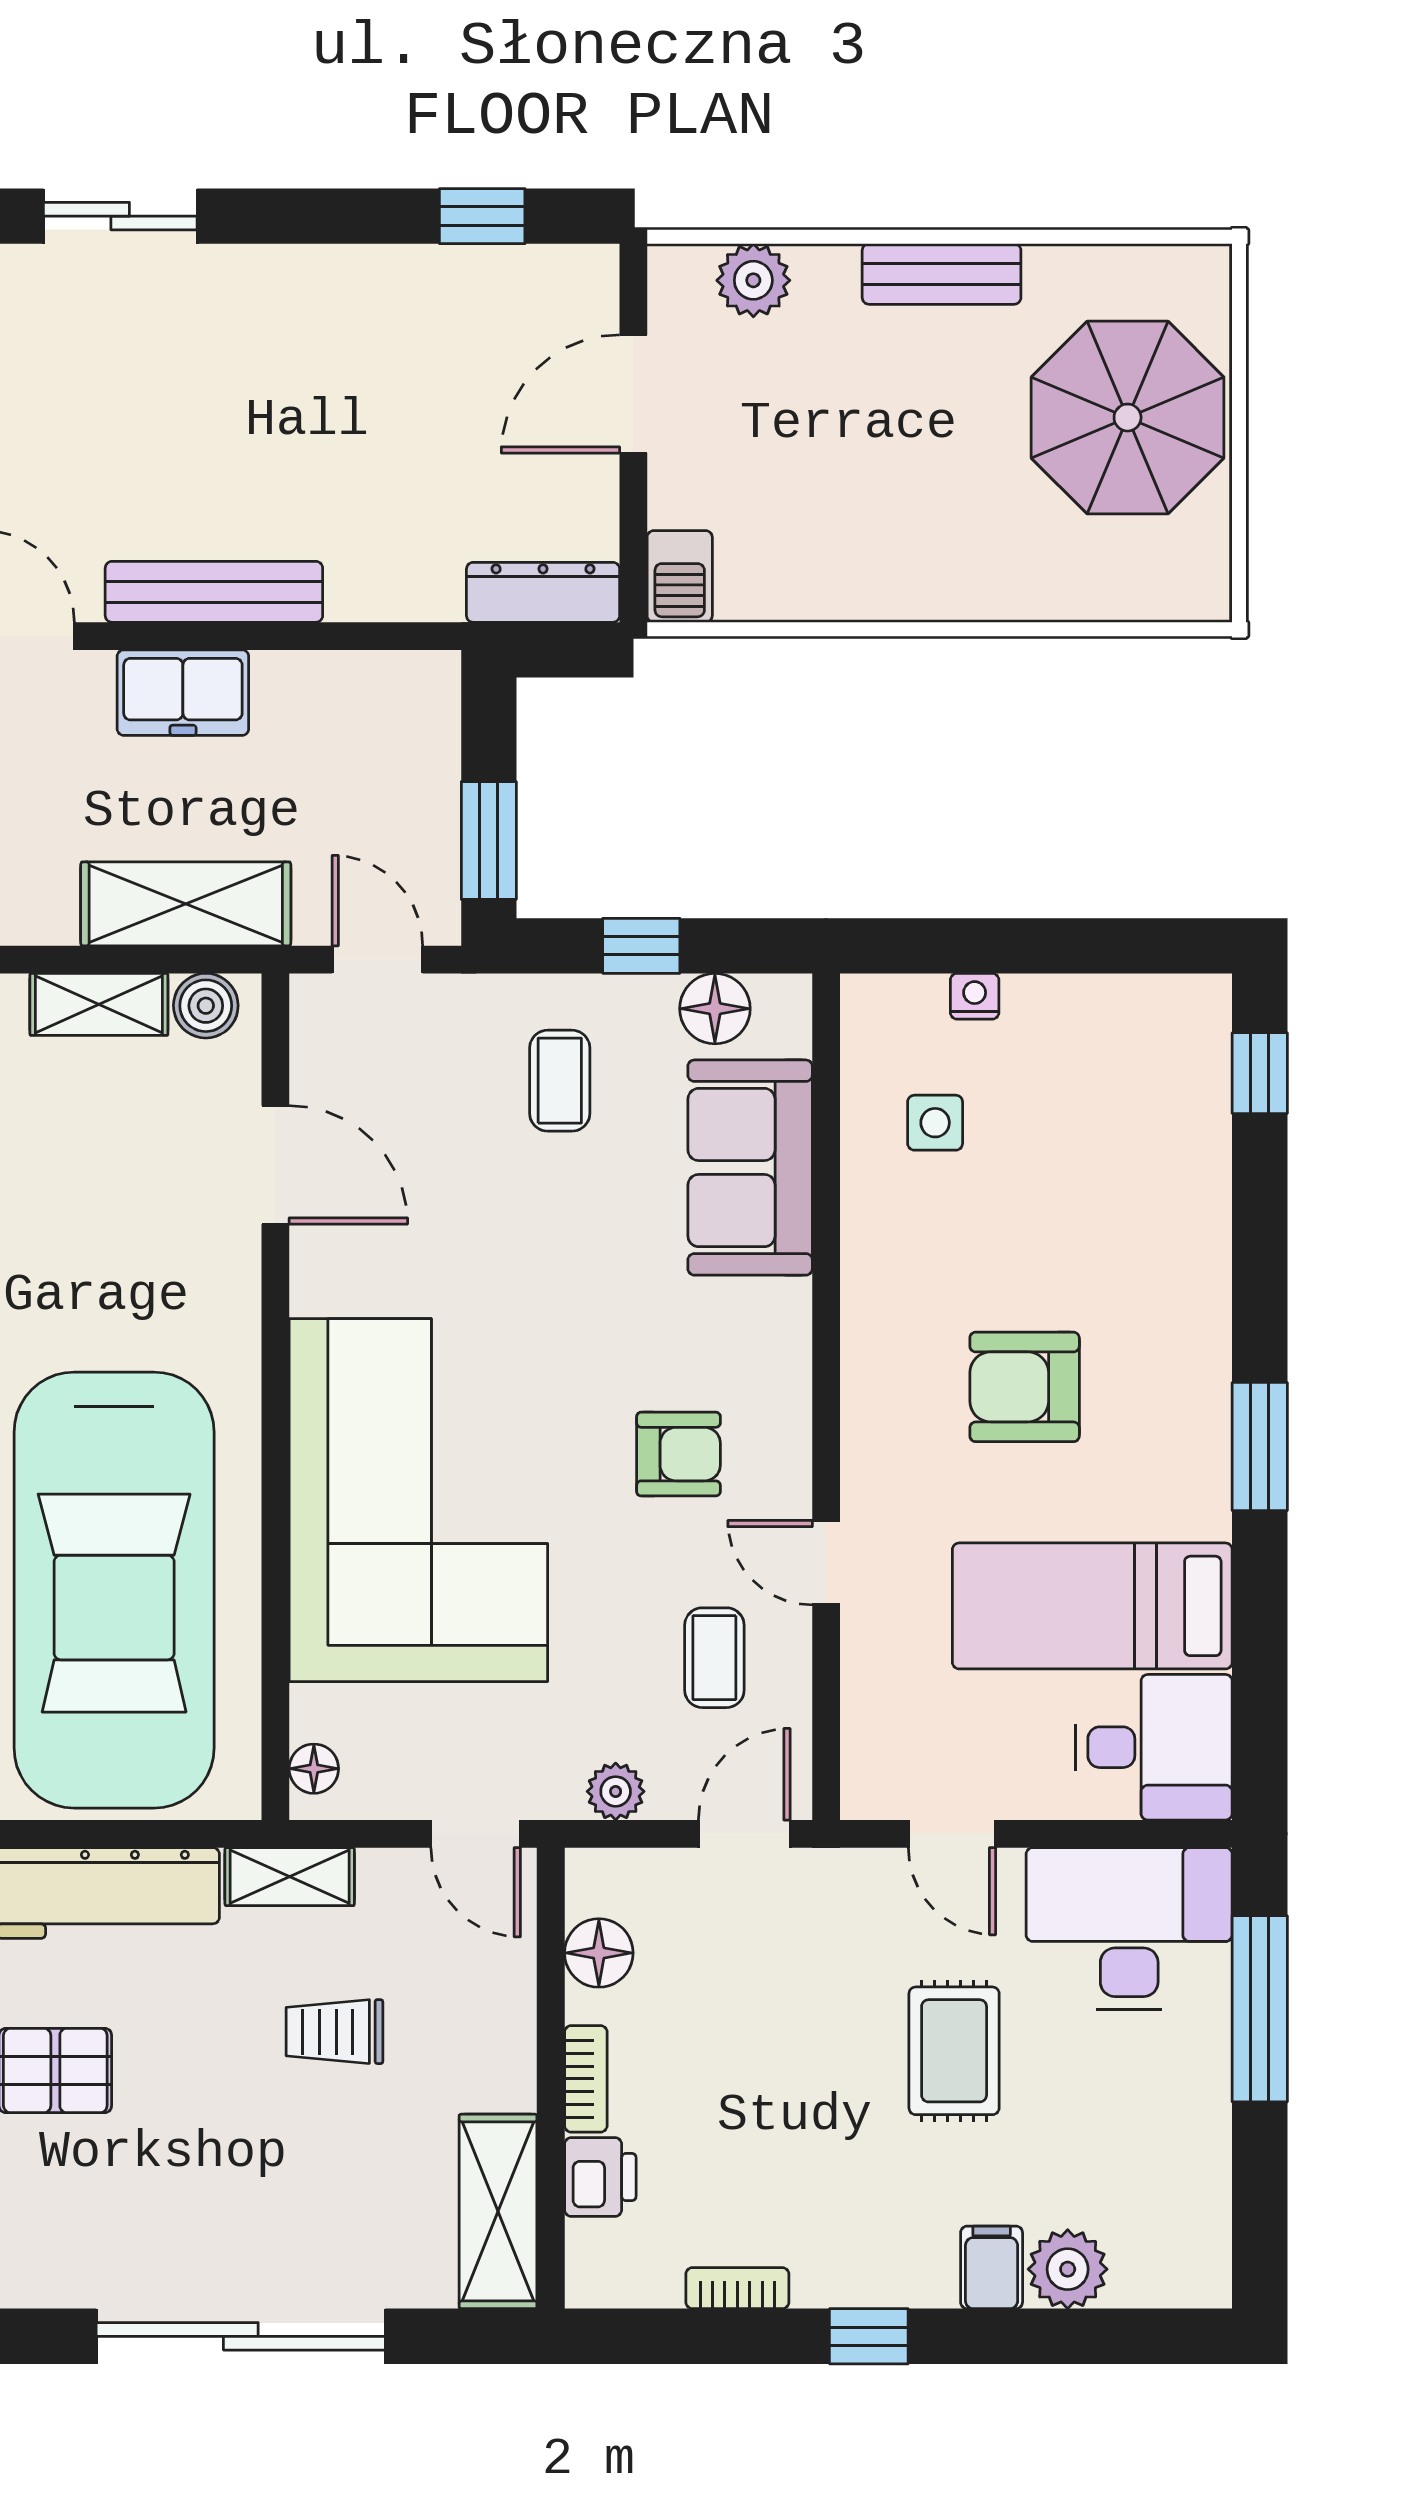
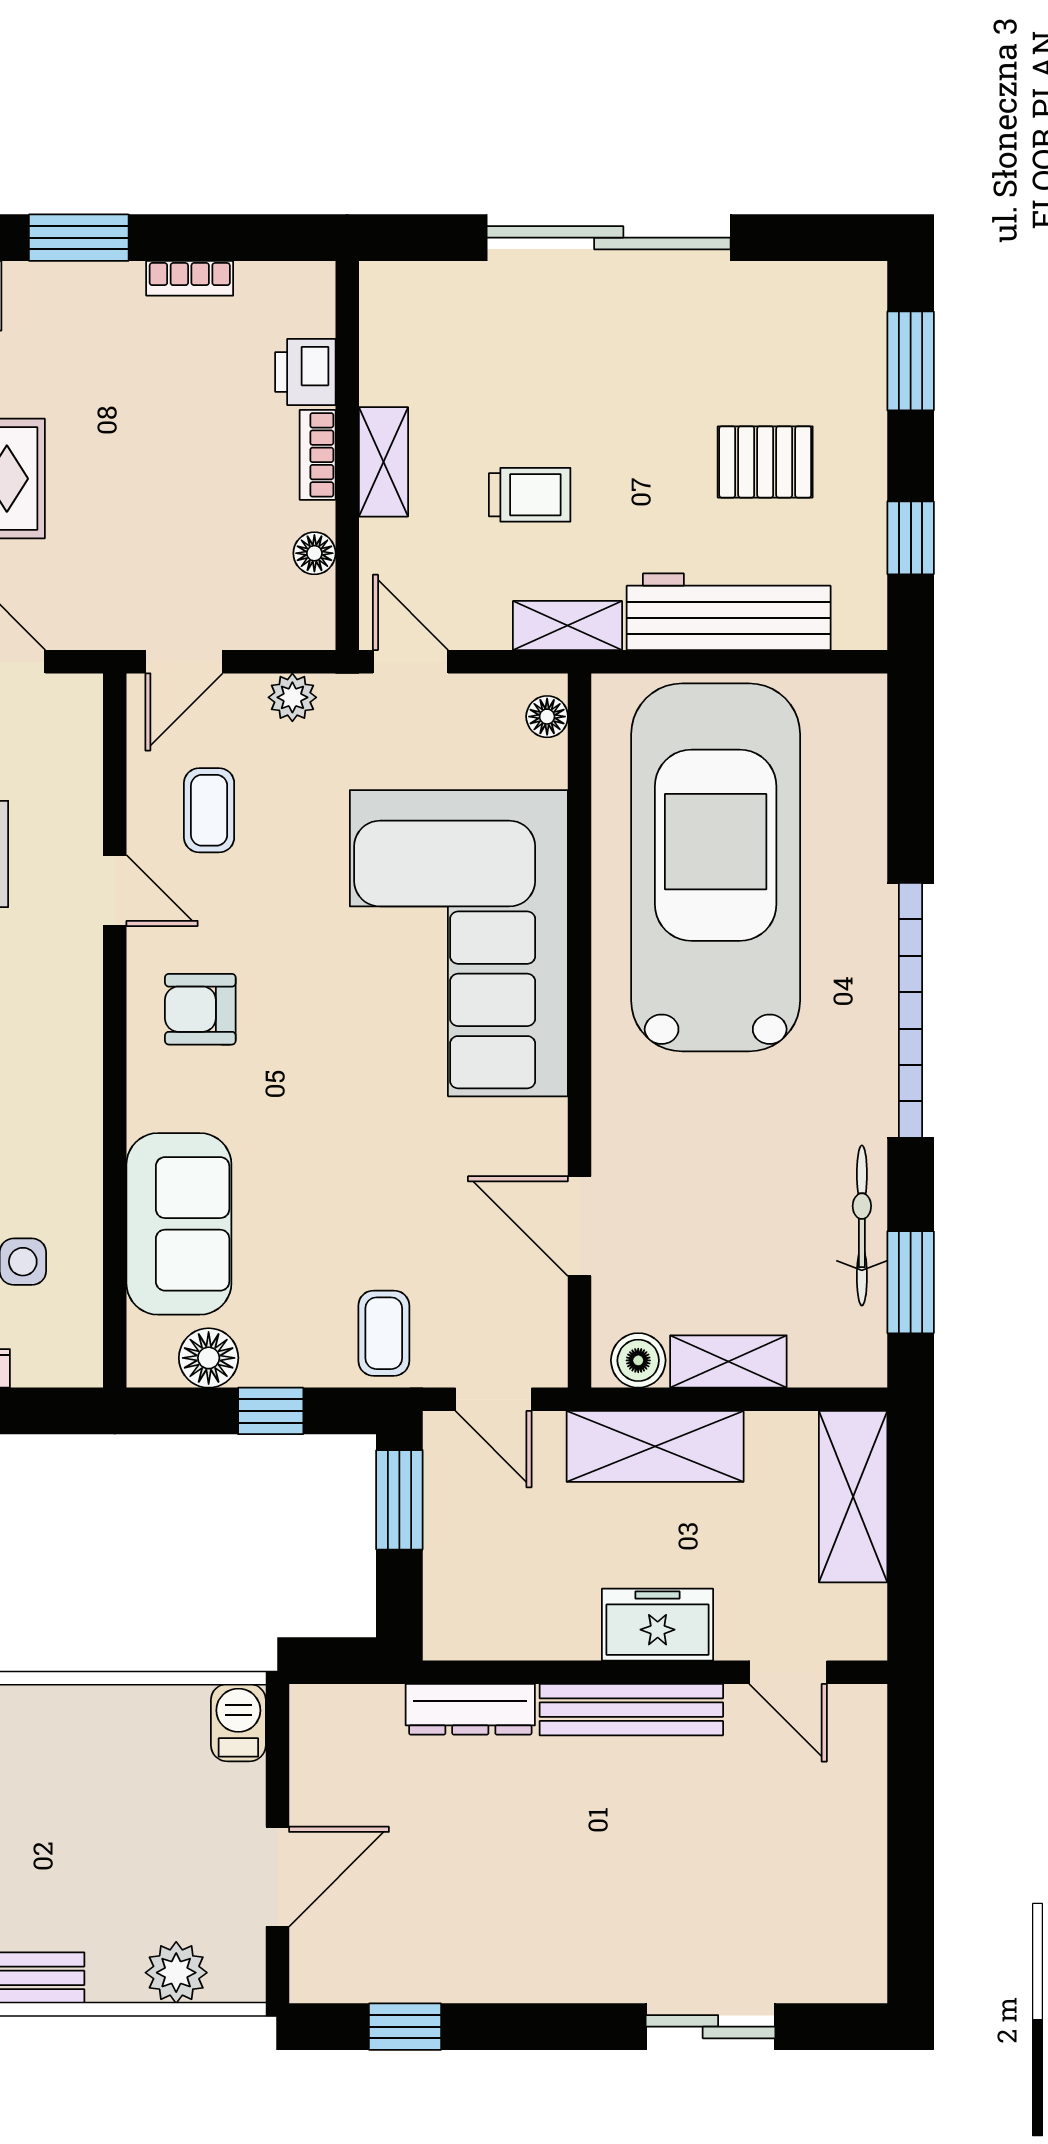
dresser: (543, 592) -> (470, 1709), moved
coffee table: (560, 1081) -> (384, 1333), moved
armchair: (678, 1454) -> (200, 1009), moved
floor lamp: (599, 1953) -> (314, 553), width x0.73, depth x0.73
shelving: (498, 2211) -> (383, 462), moved, width x0.67, depth x0.75
window: (869, 2336) -> (79, 238), width x1.50

